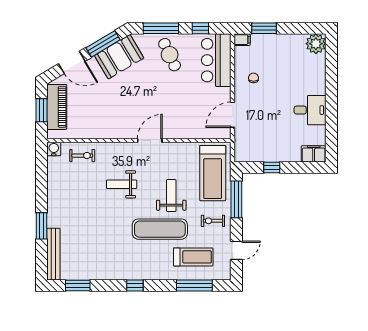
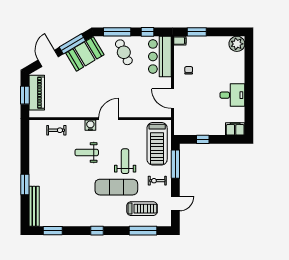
door: (72, 62) -> (48, 58), swing flipped
door: (233, 115) -> (173, 99), hinge flipped
water cooler: (54, 149) -> (90, 125), moved

